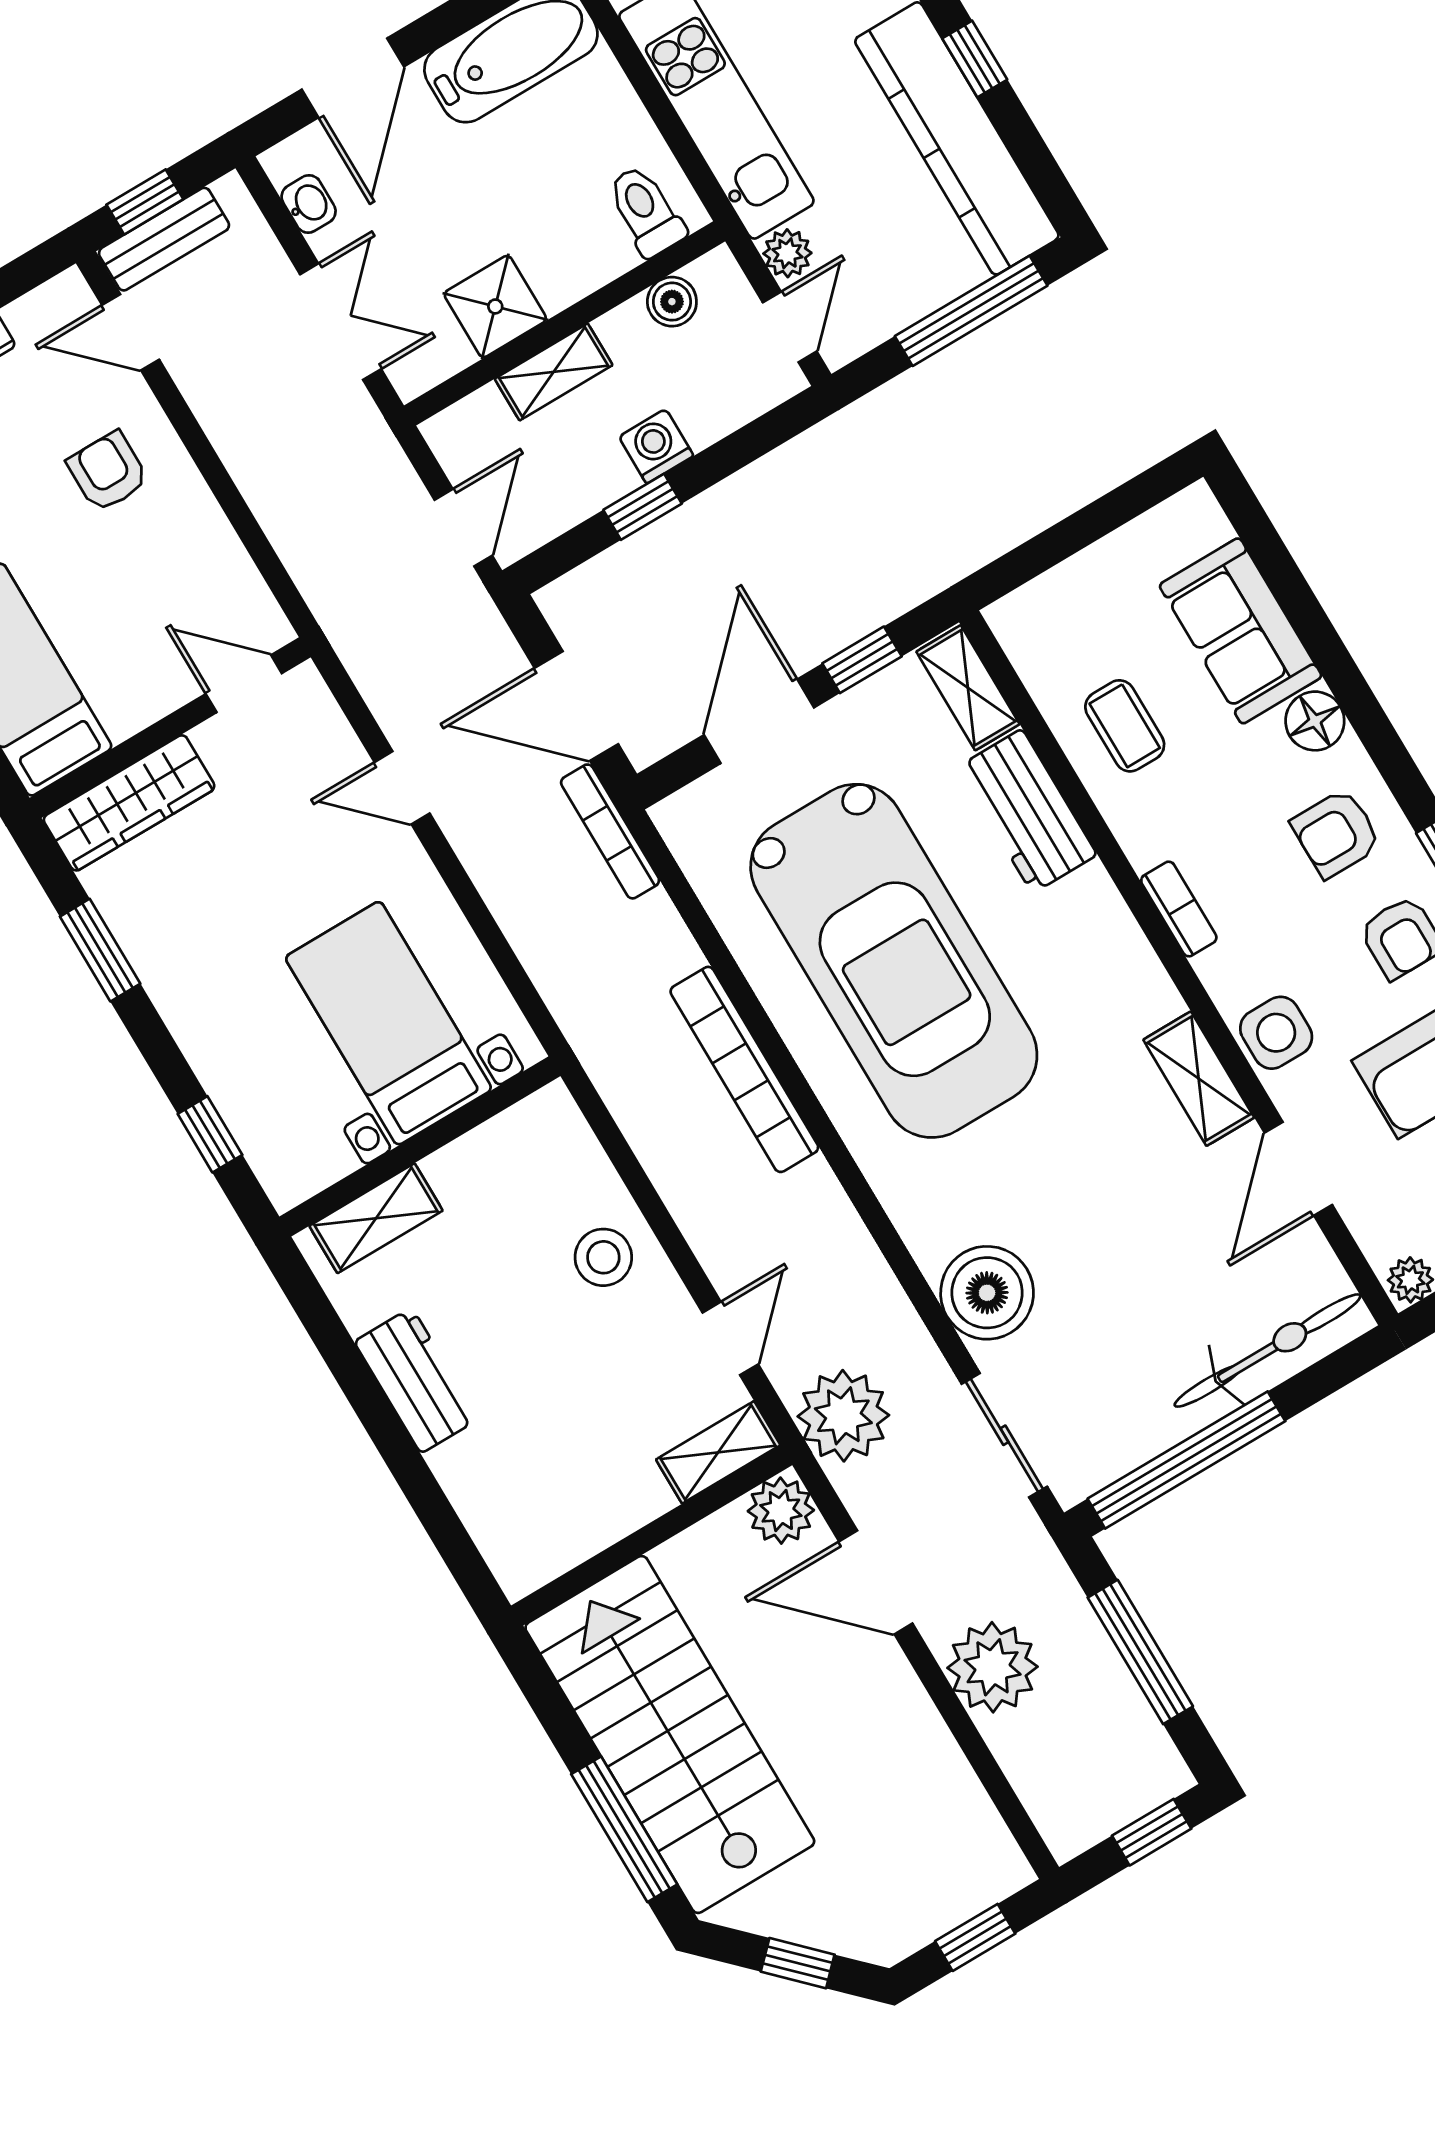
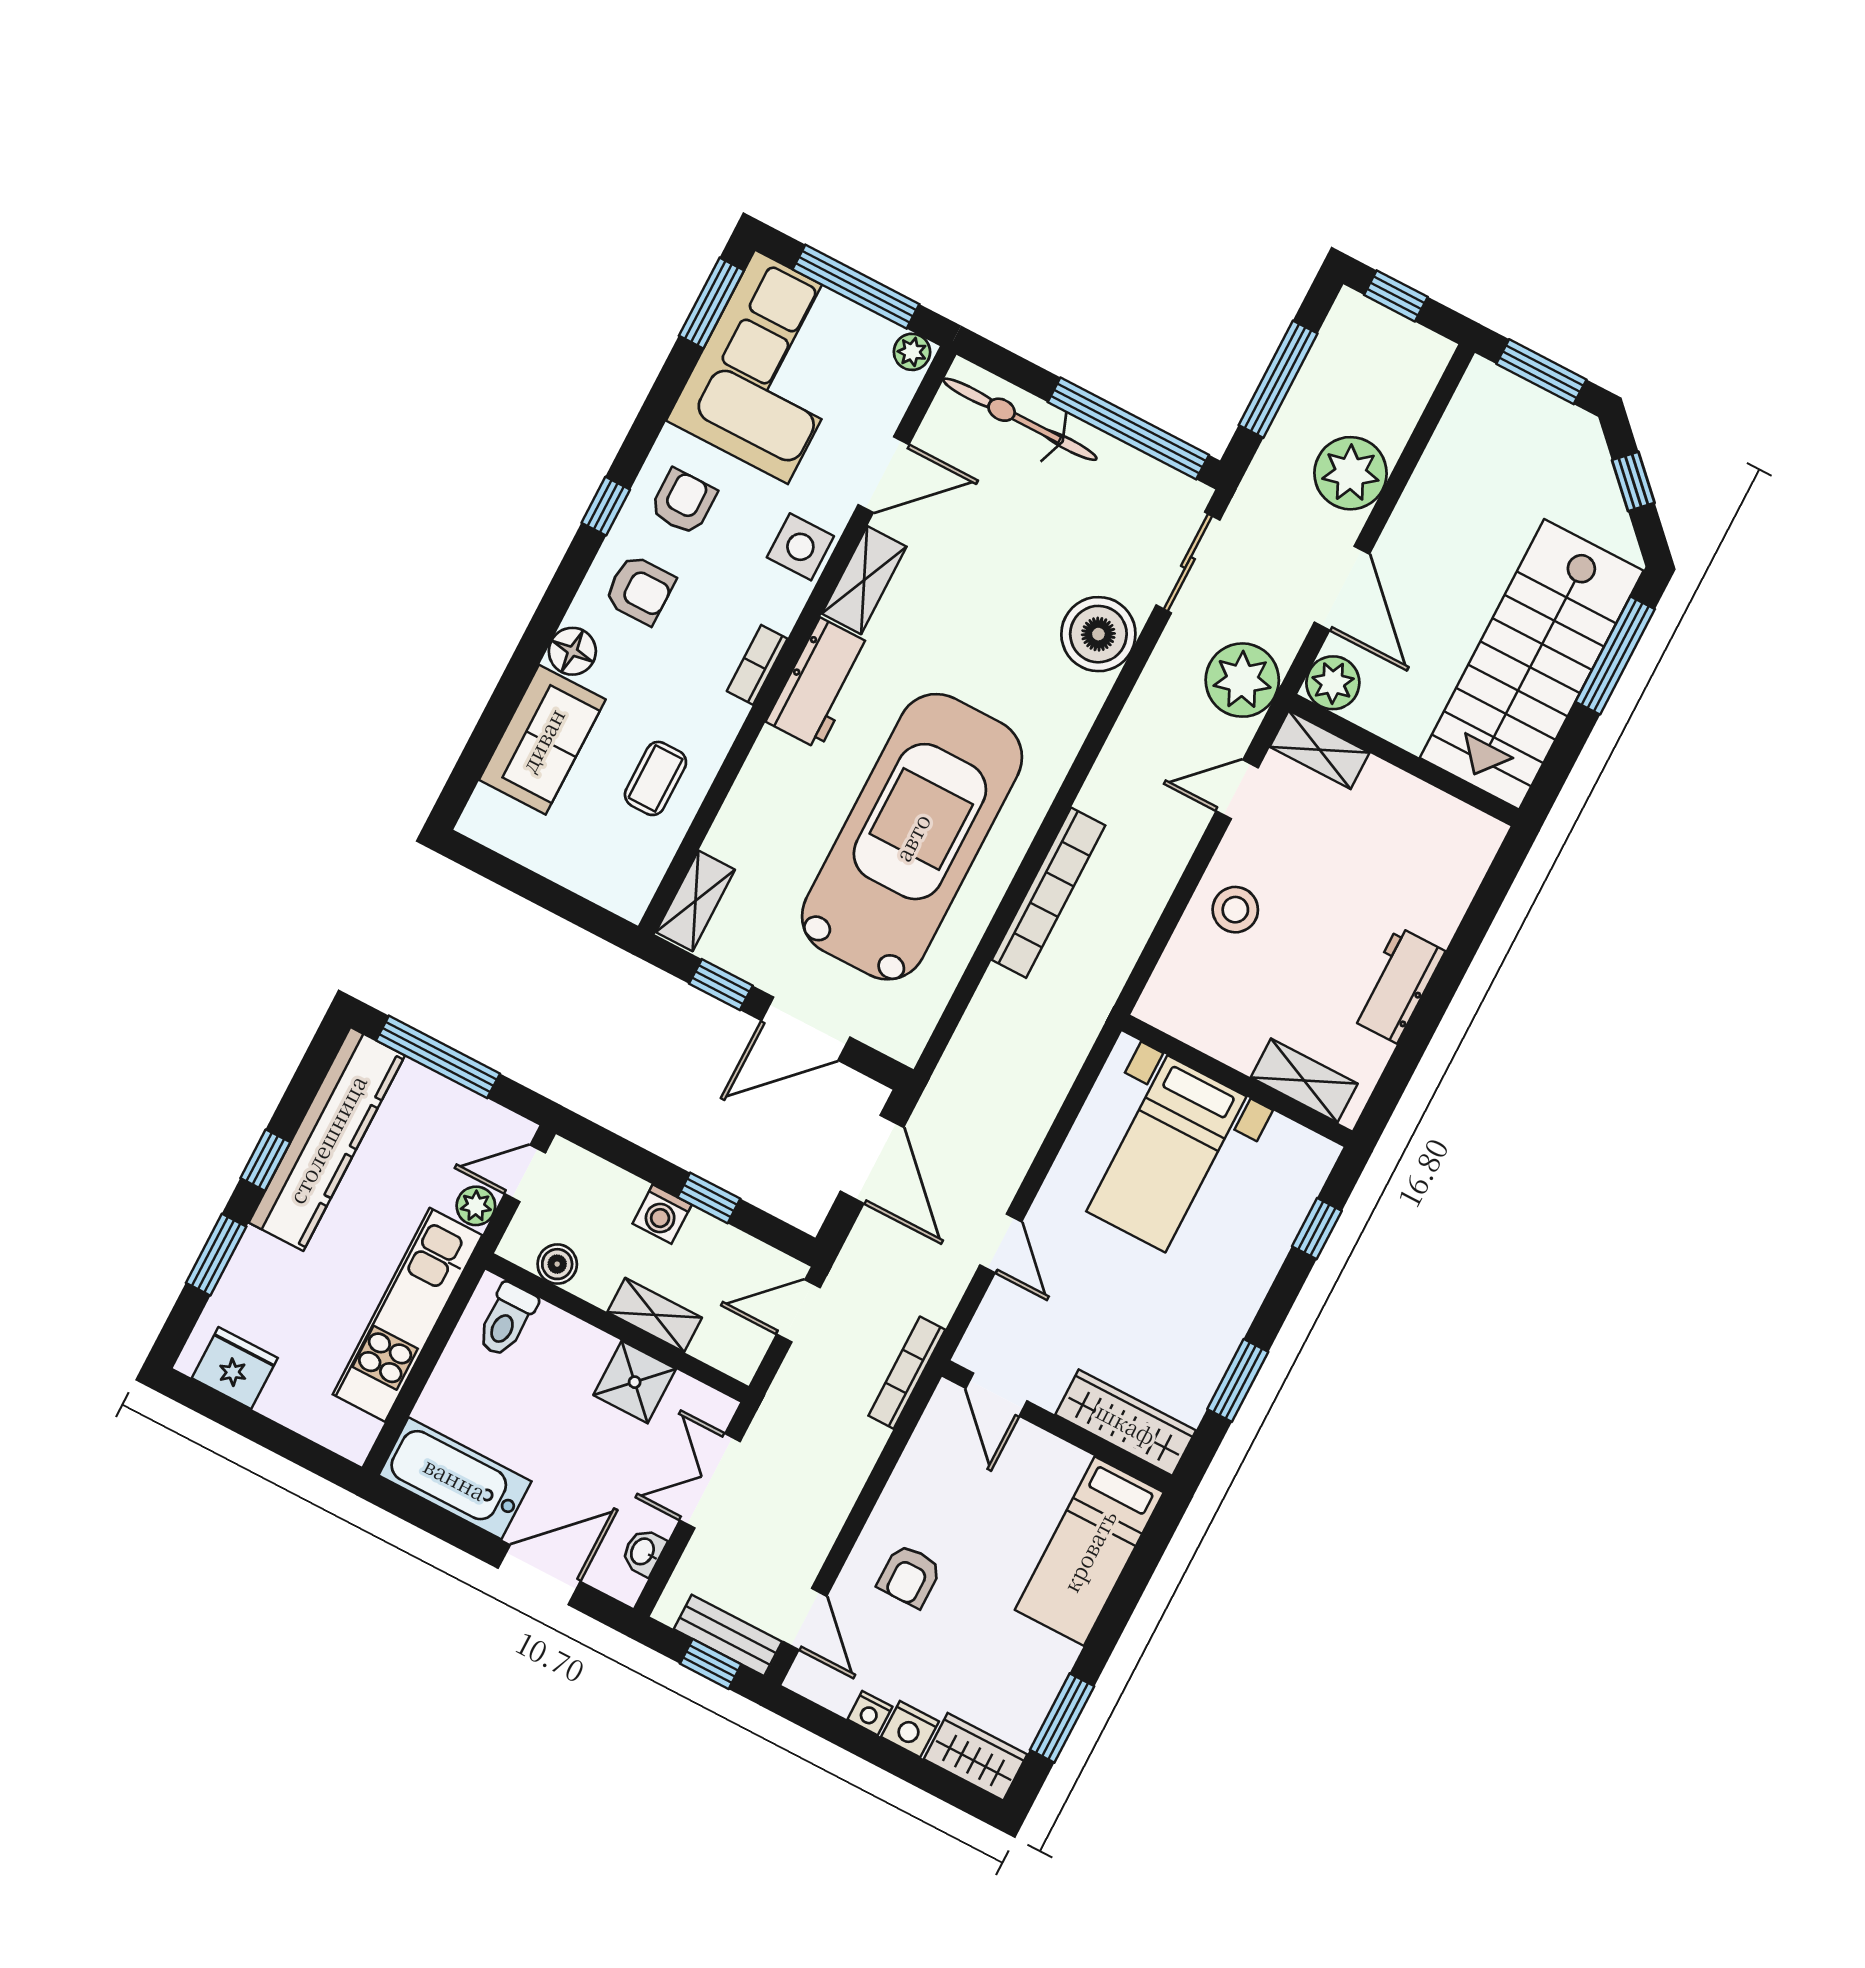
workbench: (1027, 811) -> (820, 683), moved
bookcase: (610, 831) -> (907, 1373), moved, turned 180
window: (975, 1937) -> (1541, 372), width x1.50

